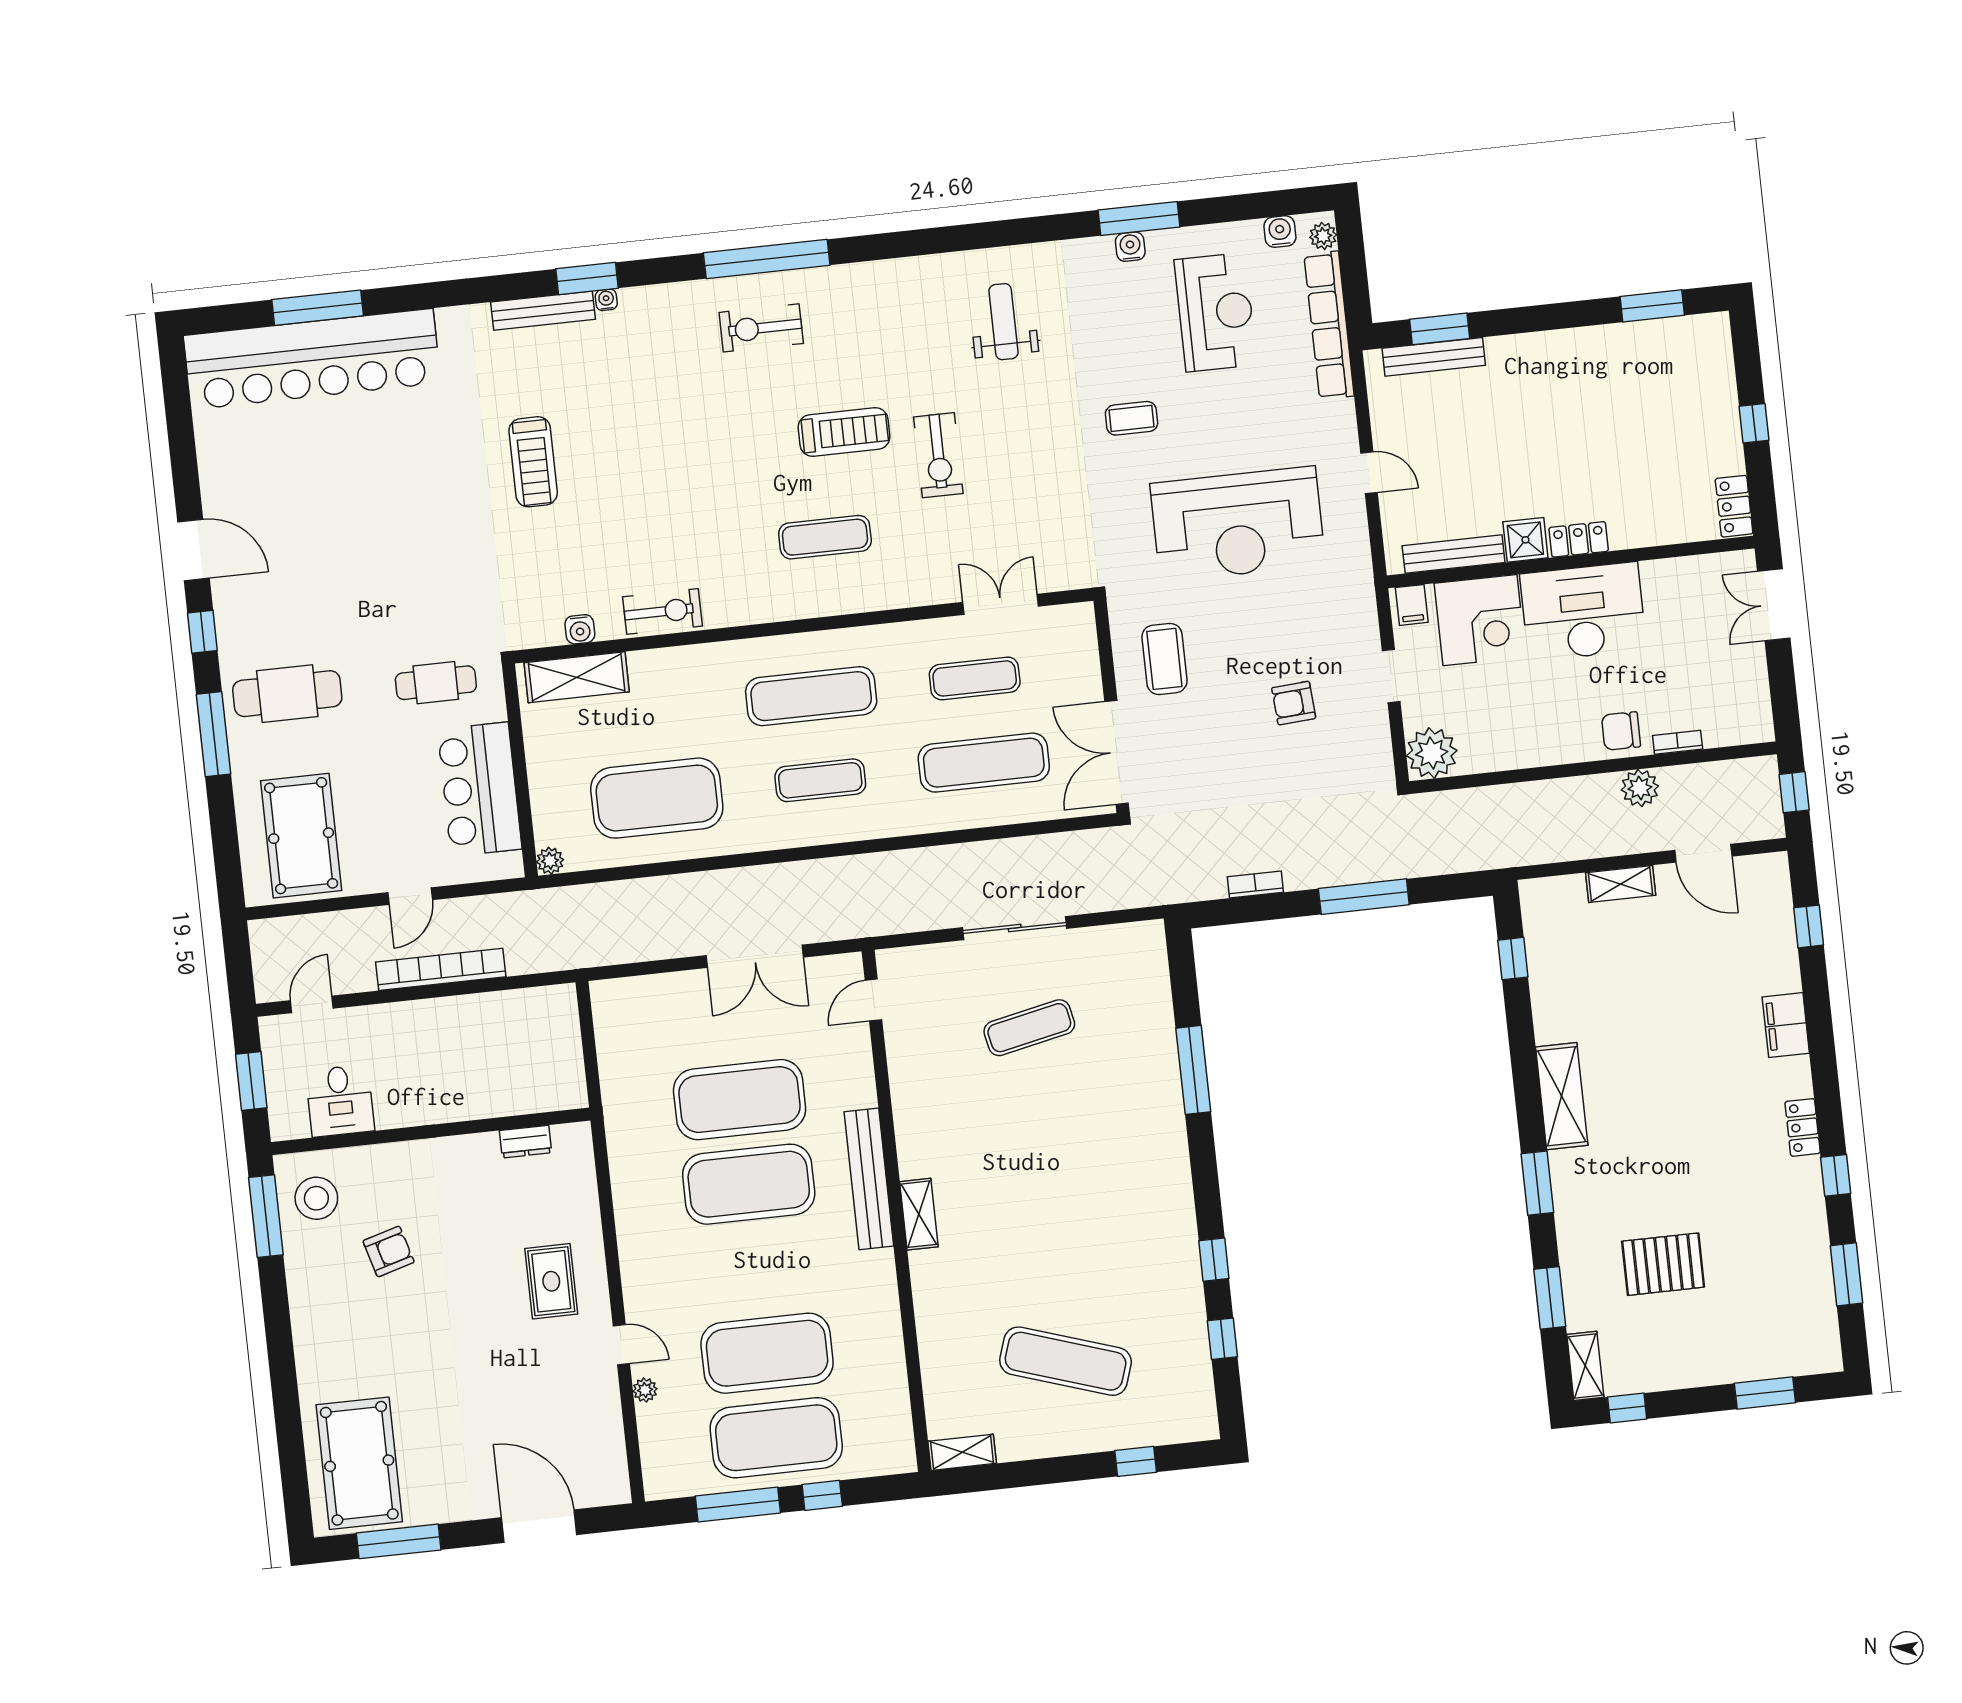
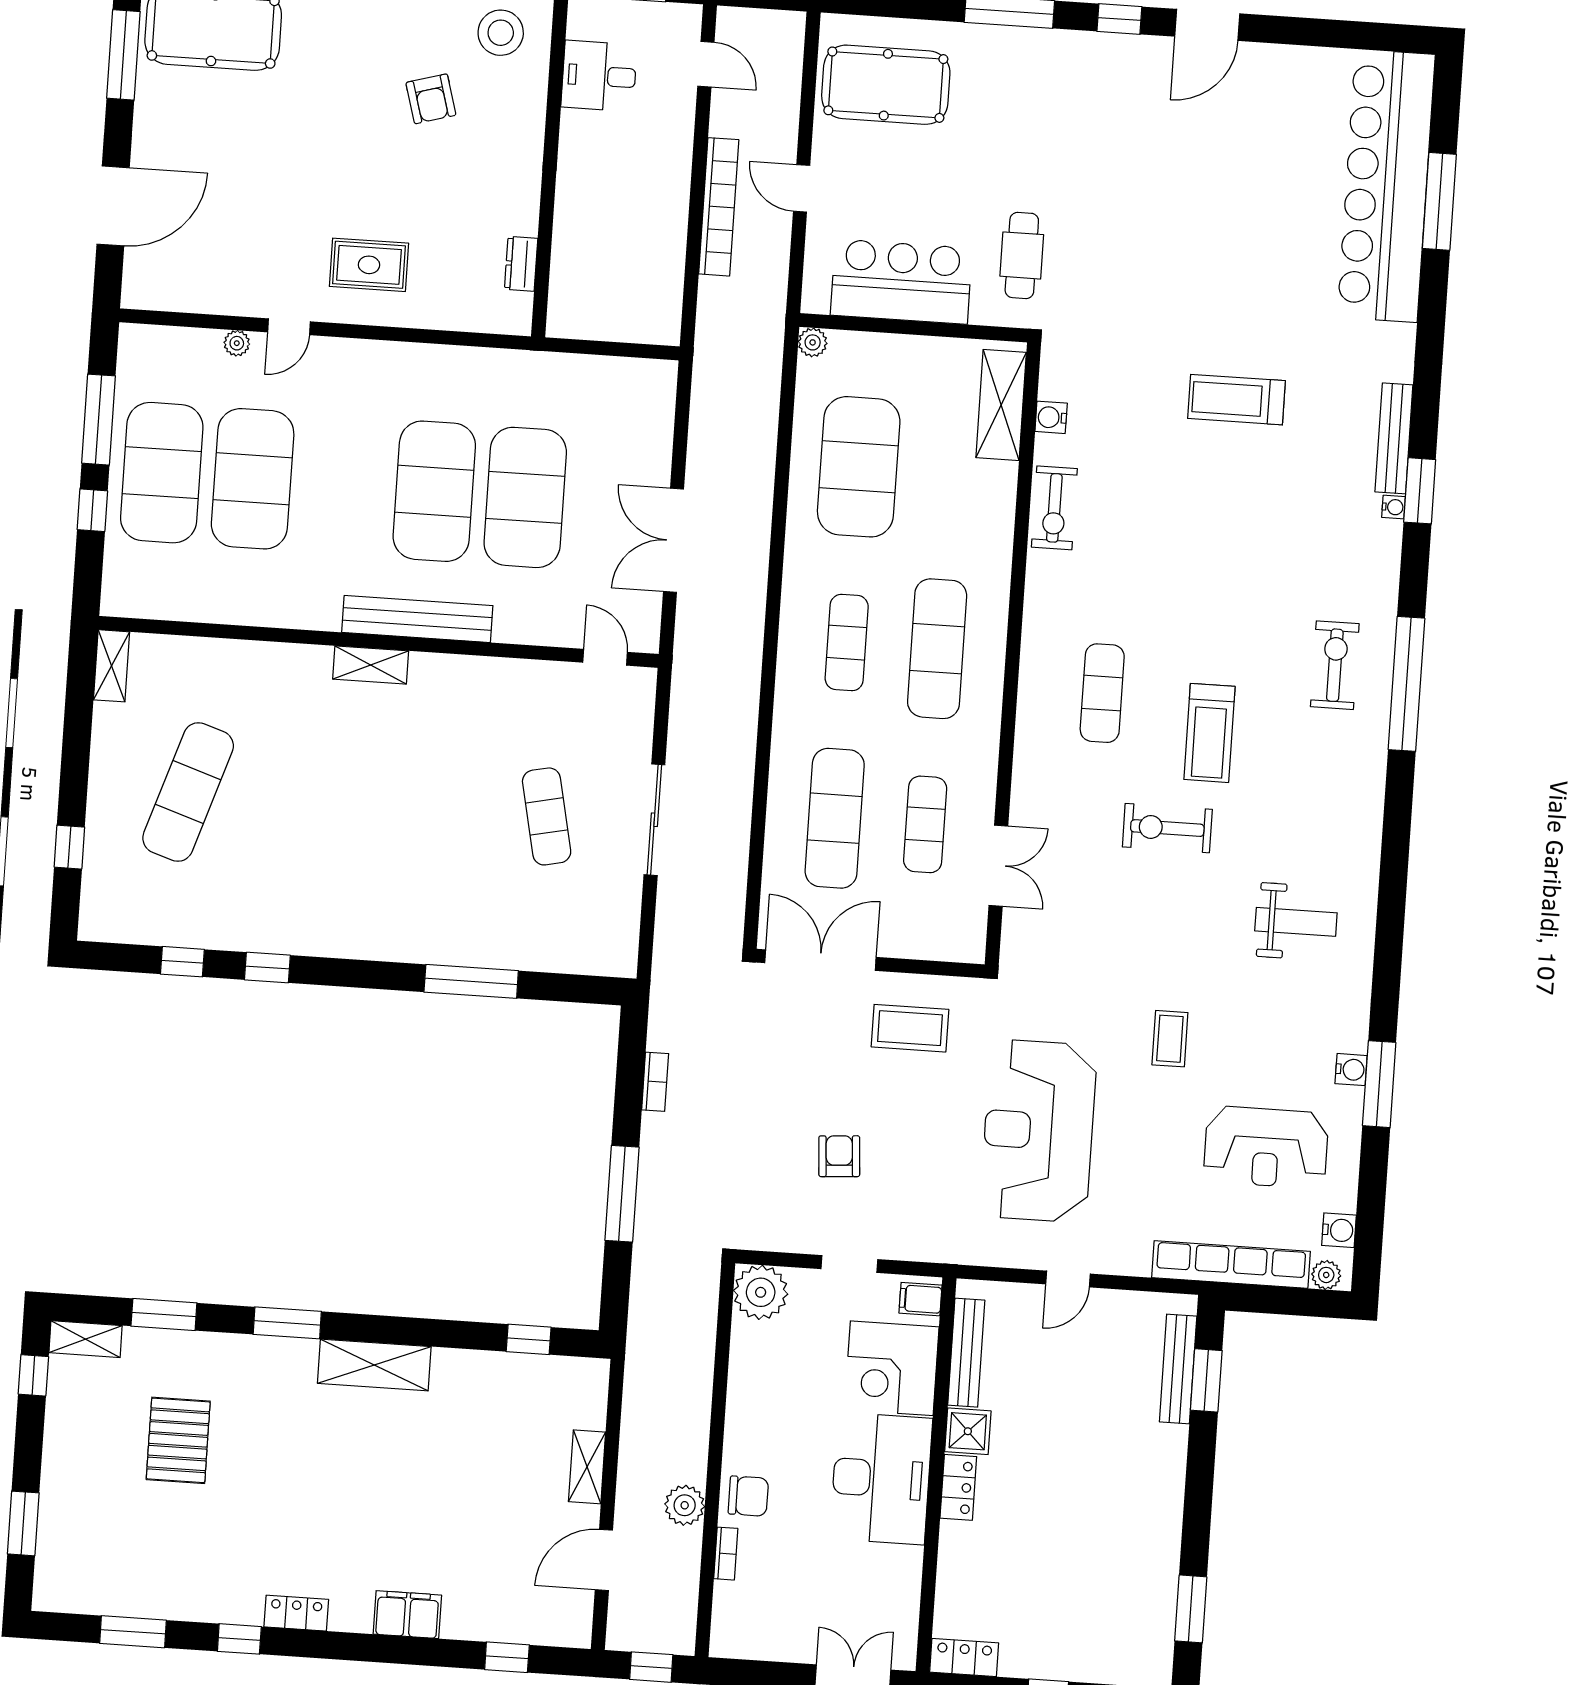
cafe table: (287, 694) -> (1038, 97), removed
chair: (1621, 731) -> (748, 1496), turned 90

